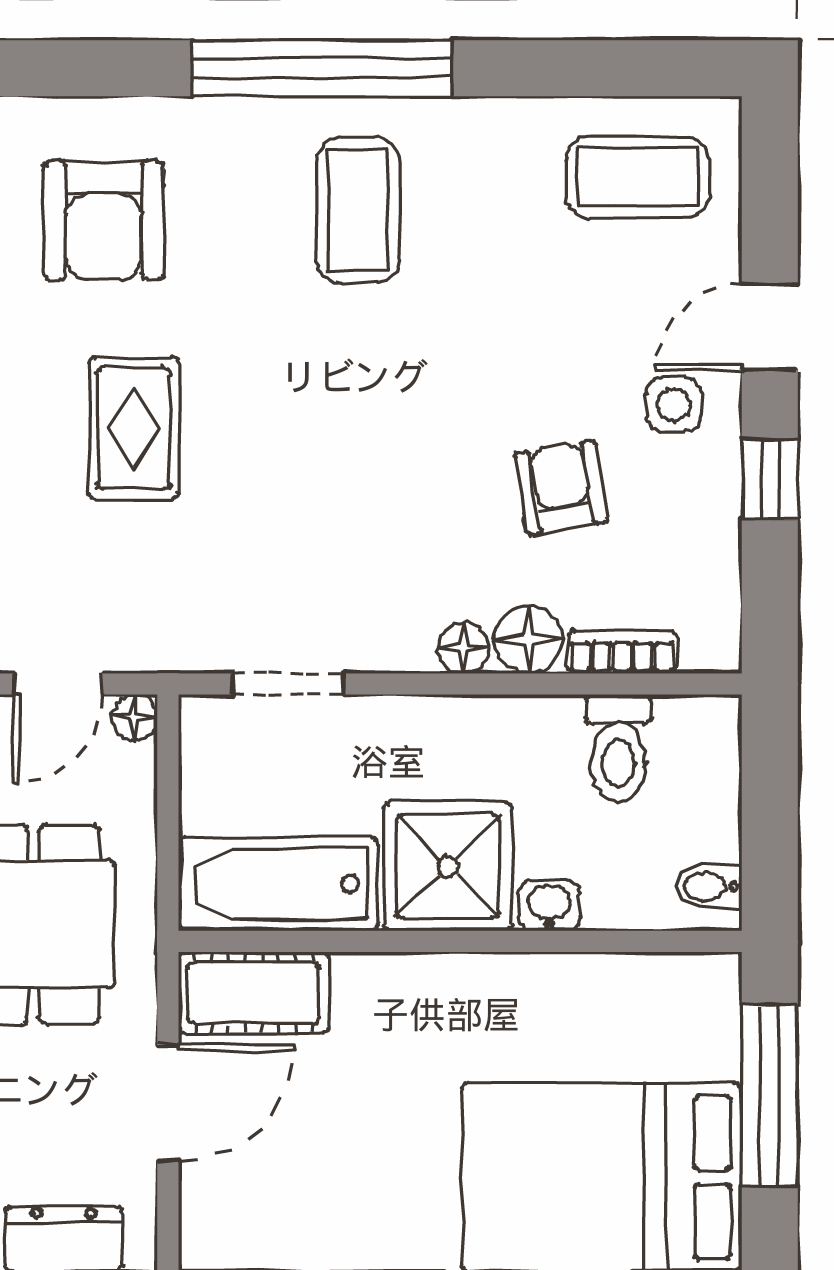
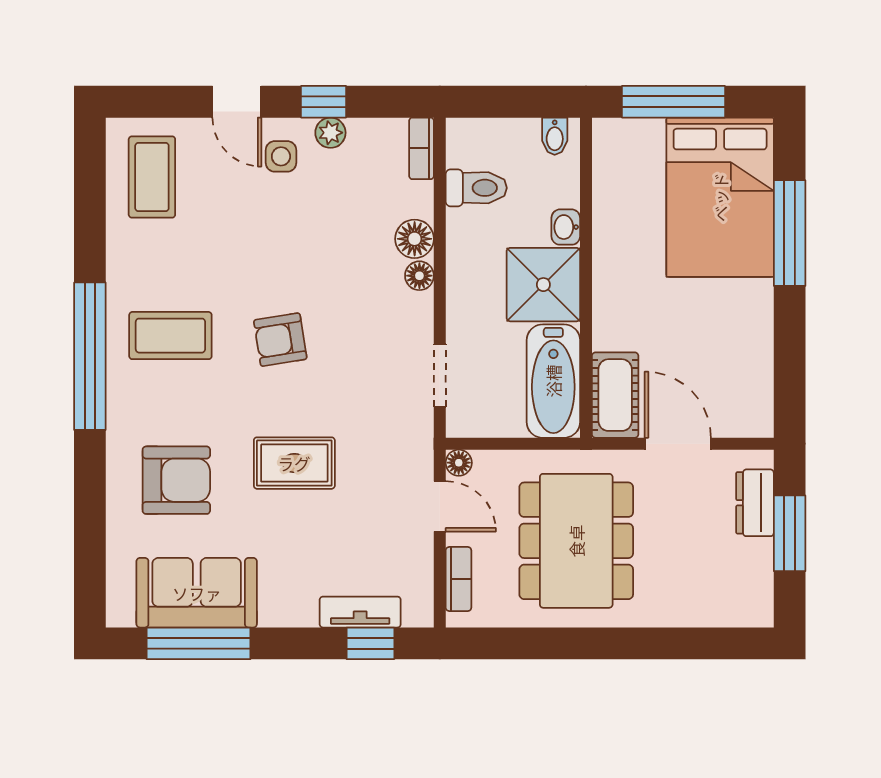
armchair: (561, 488) -> (280, 340), moved
plant: (715, 492) -> (330, 133), added
bookcase: (622, 652) -> (421, 148), moved

